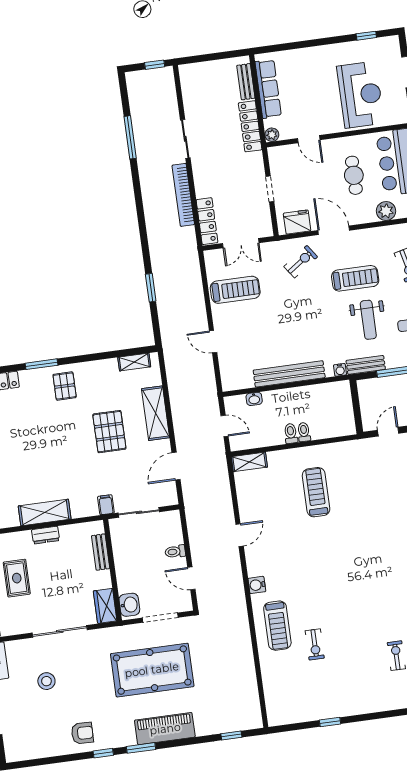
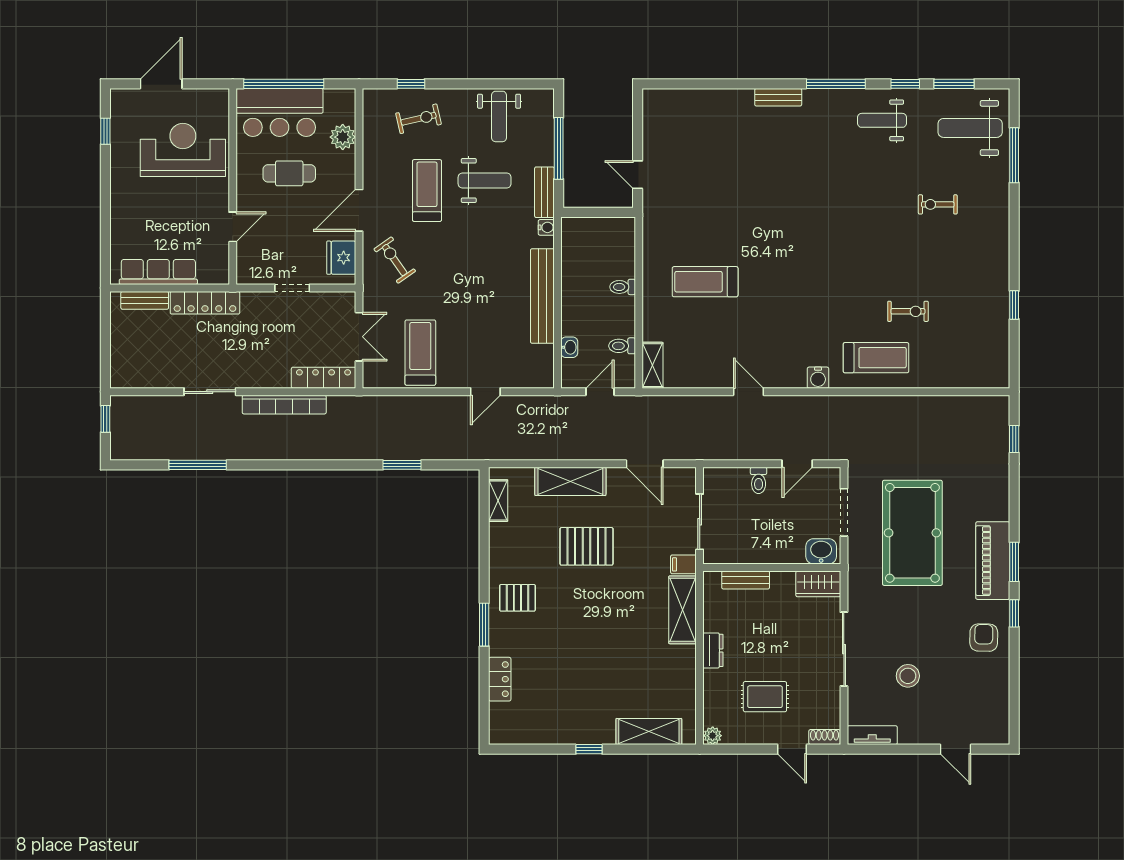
plant: (272, 135) -> (220, 275), removed
toilet: (291, 433) -> (622, 346), moved
shelving: (45, 513) -> (683, 610), moved
piano: (165, 729) -> (993, 561), moved

